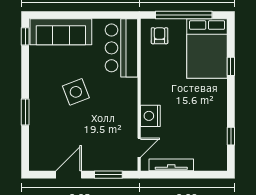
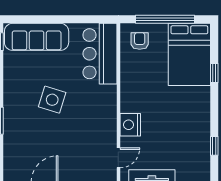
side table: (76, 92) -> (52, 100), turned 38

